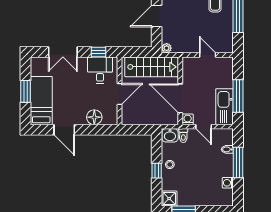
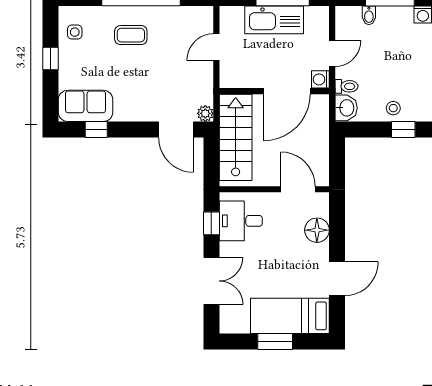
door: (157, 16) -> (176, 129), moved
door: (120, 94) -> (298, 189), moved
kitchen sink: (224, 107) -> (274, 20), moved

